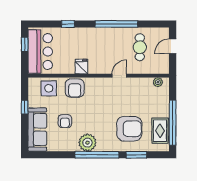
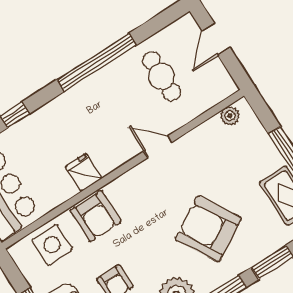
door: (119, 76) -> (158, 147), hinge flipped
armchair: (129, 129) -> (208, 229), moved, turned -120

